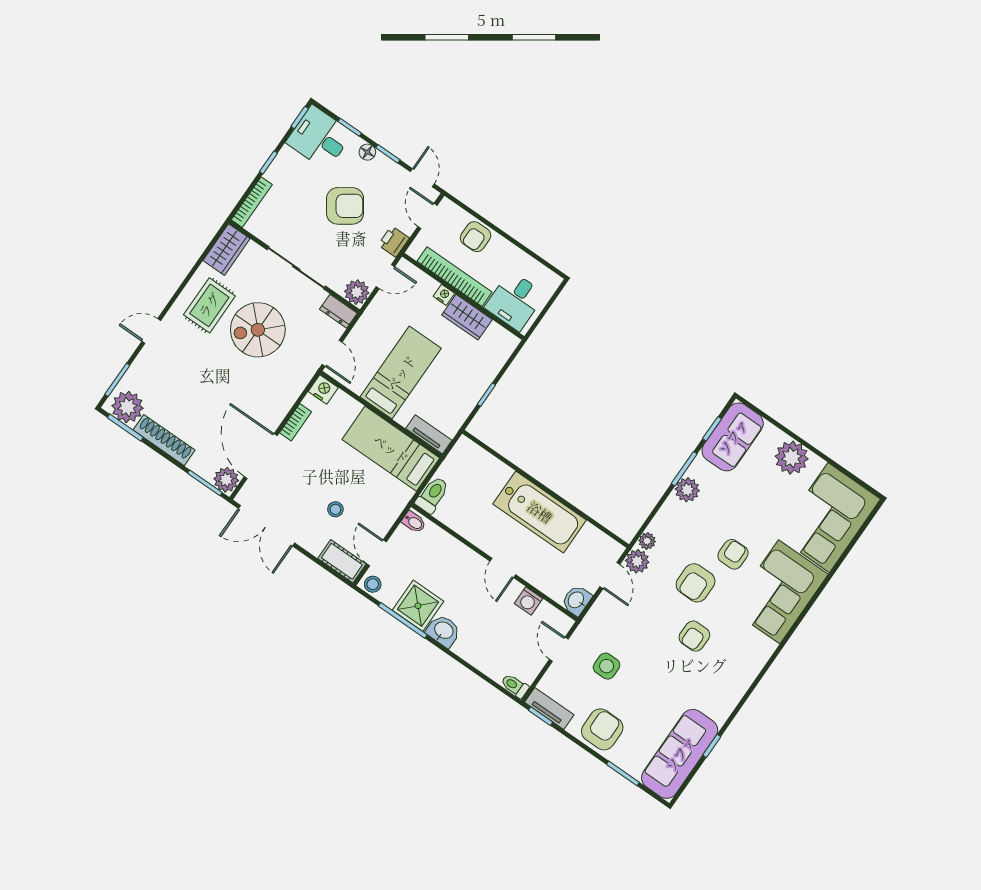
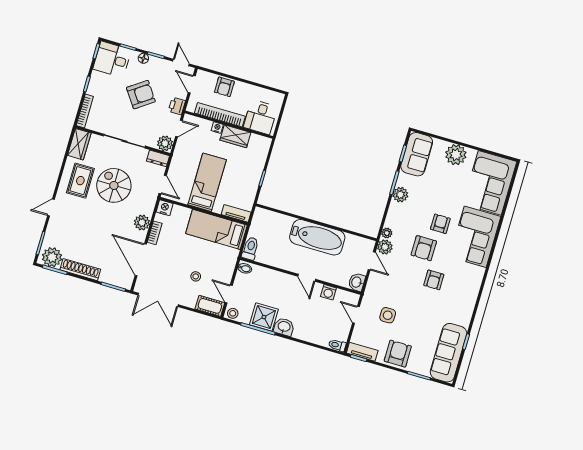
spiral stairs: (258, 330) -> (114, 185), turned 90
plant: (226, 480) -> (142, 223), moved

